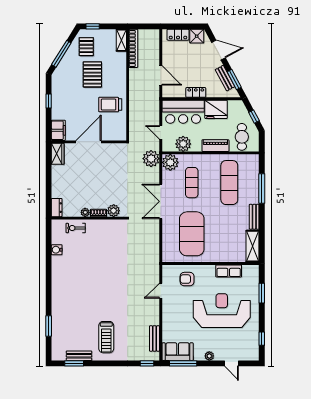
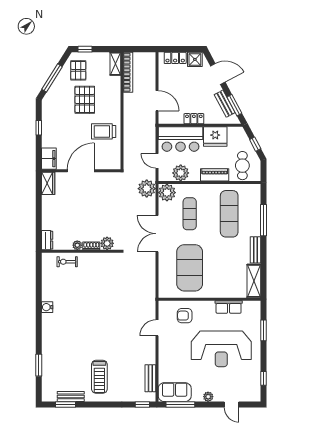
water cooler: (57, 250) -> (47, 307), moved
reception desk: (222, 311) -> (221, 349), turned 180

